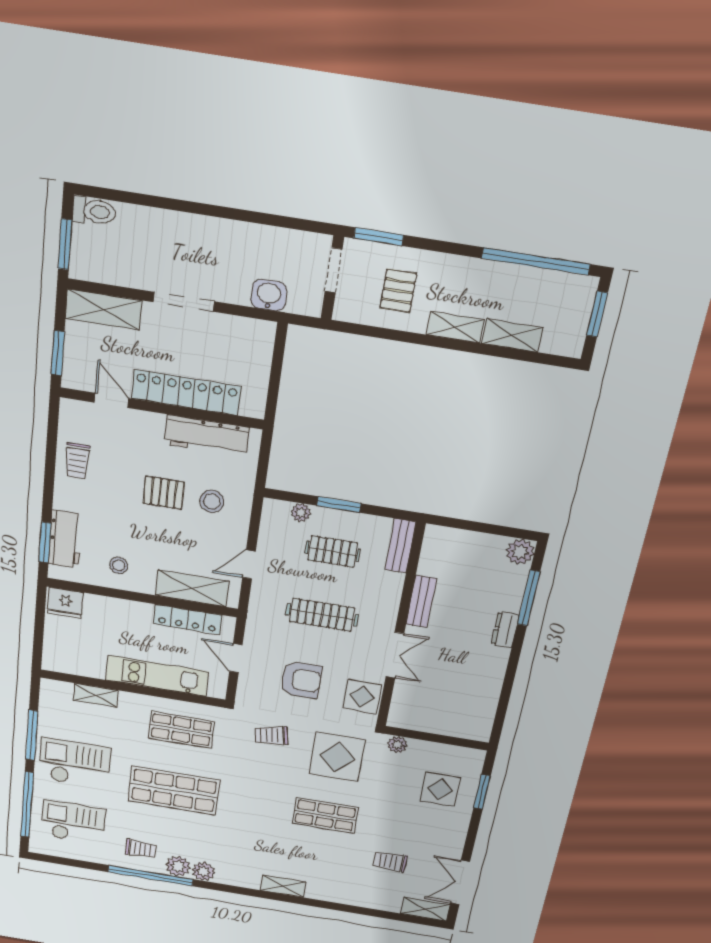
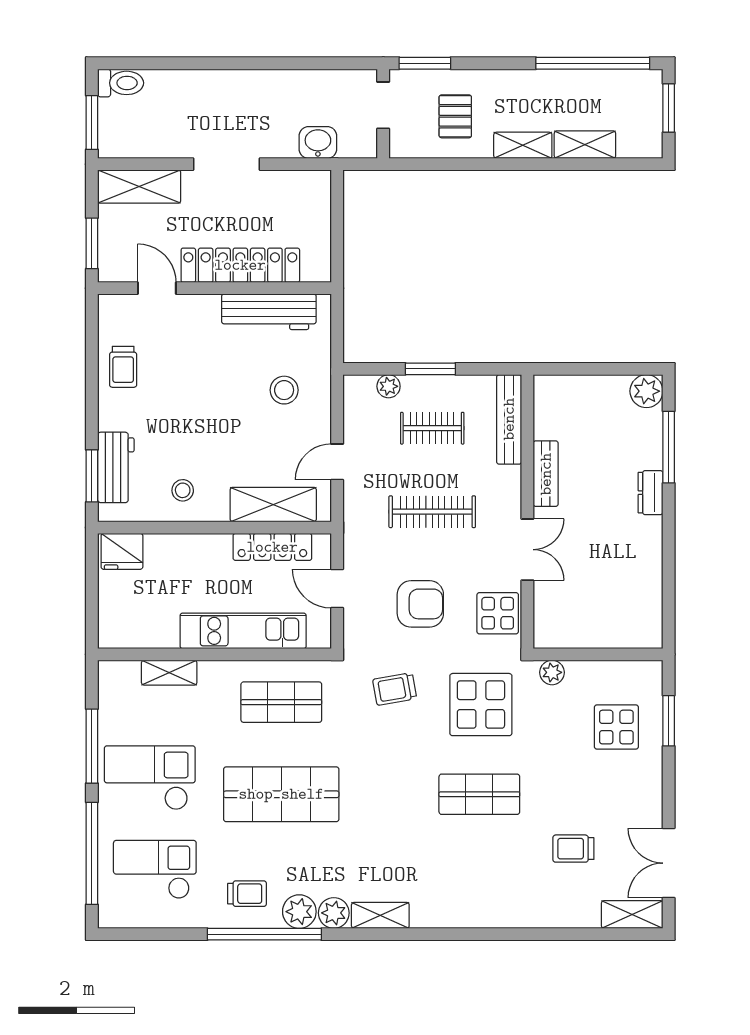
pallet: (164, 493) -> (227, 389), removed
bench: (400, 546) -> (509, 419), width x1.36
shelving: (283, 886) -> (380, 915), moved

